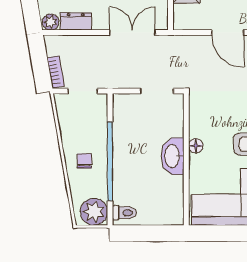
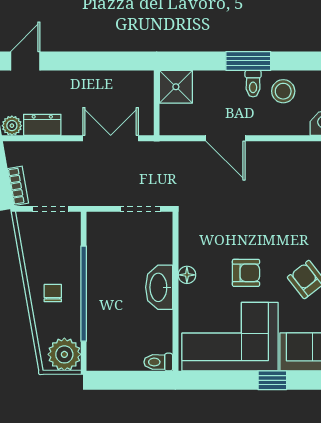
toilet: (124, 213) -> (158, 362), moved, turned 180

